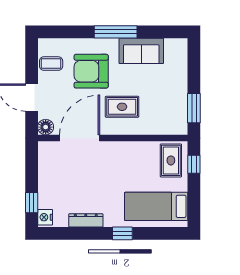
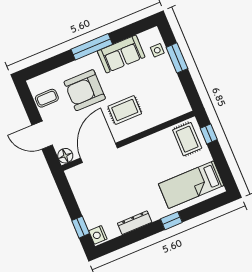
side table: (178, 62) -> (157, 50), added
window: (194, 108) -> (177, 58), moved

